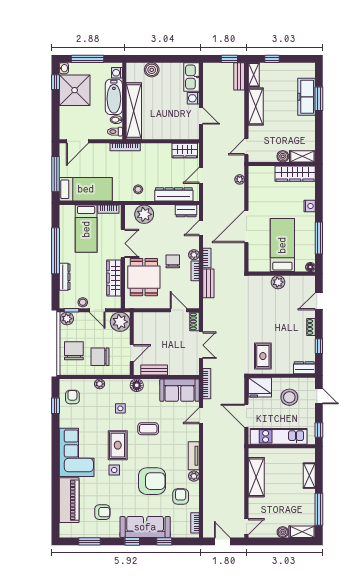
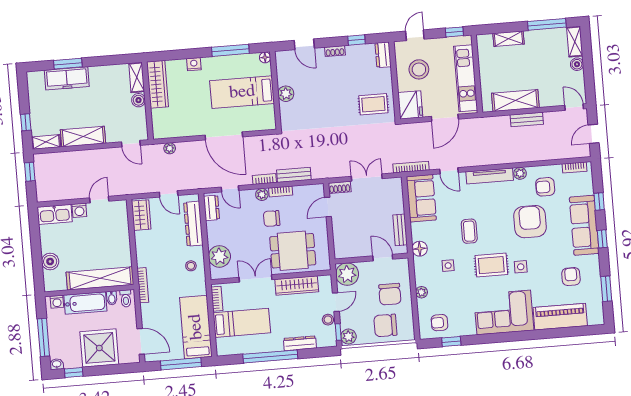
bench: (239, 76) -> (527, 119), moved
shower: (75, 90) -> (99, 348), moved
tv unit: (194, 456) -> (490, 176), width x1.41

